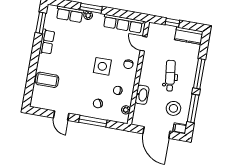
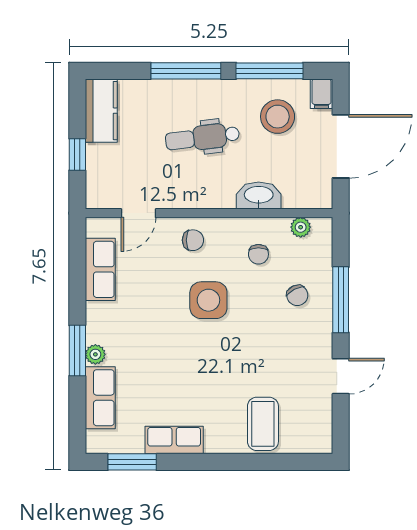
row of seats: (123, 24) -> (100, 269), width x0.68

